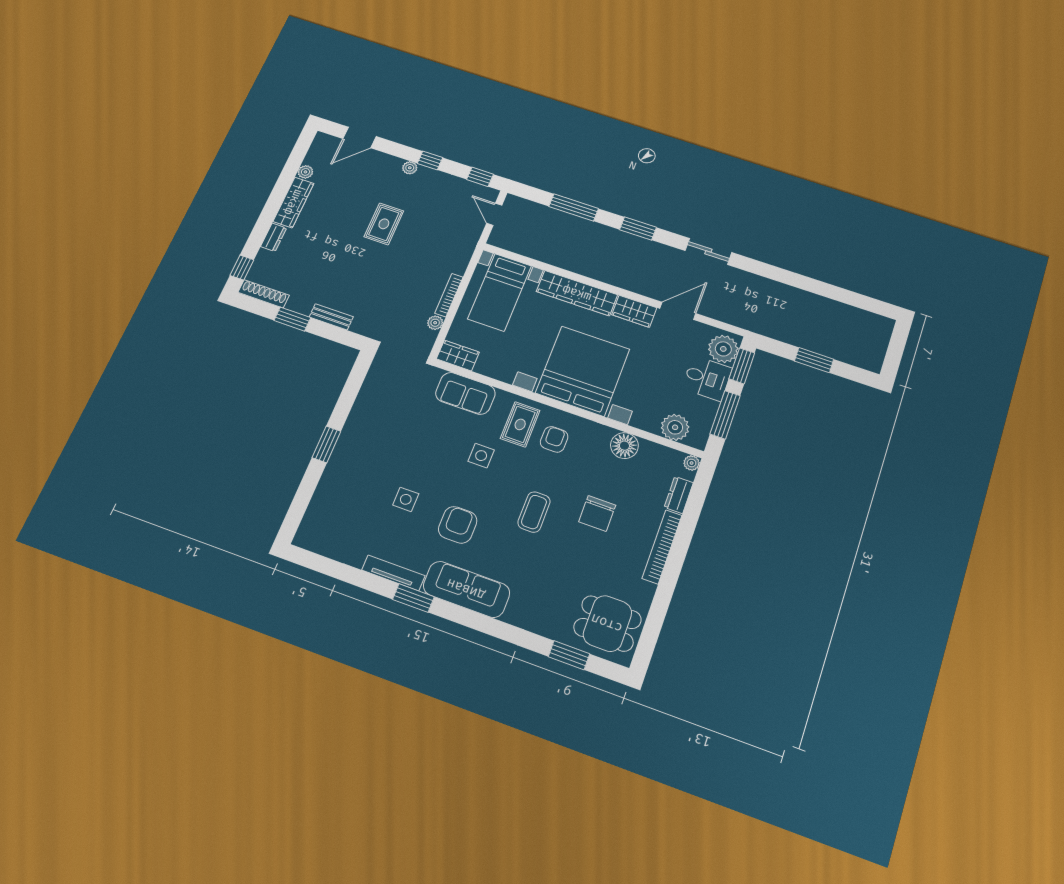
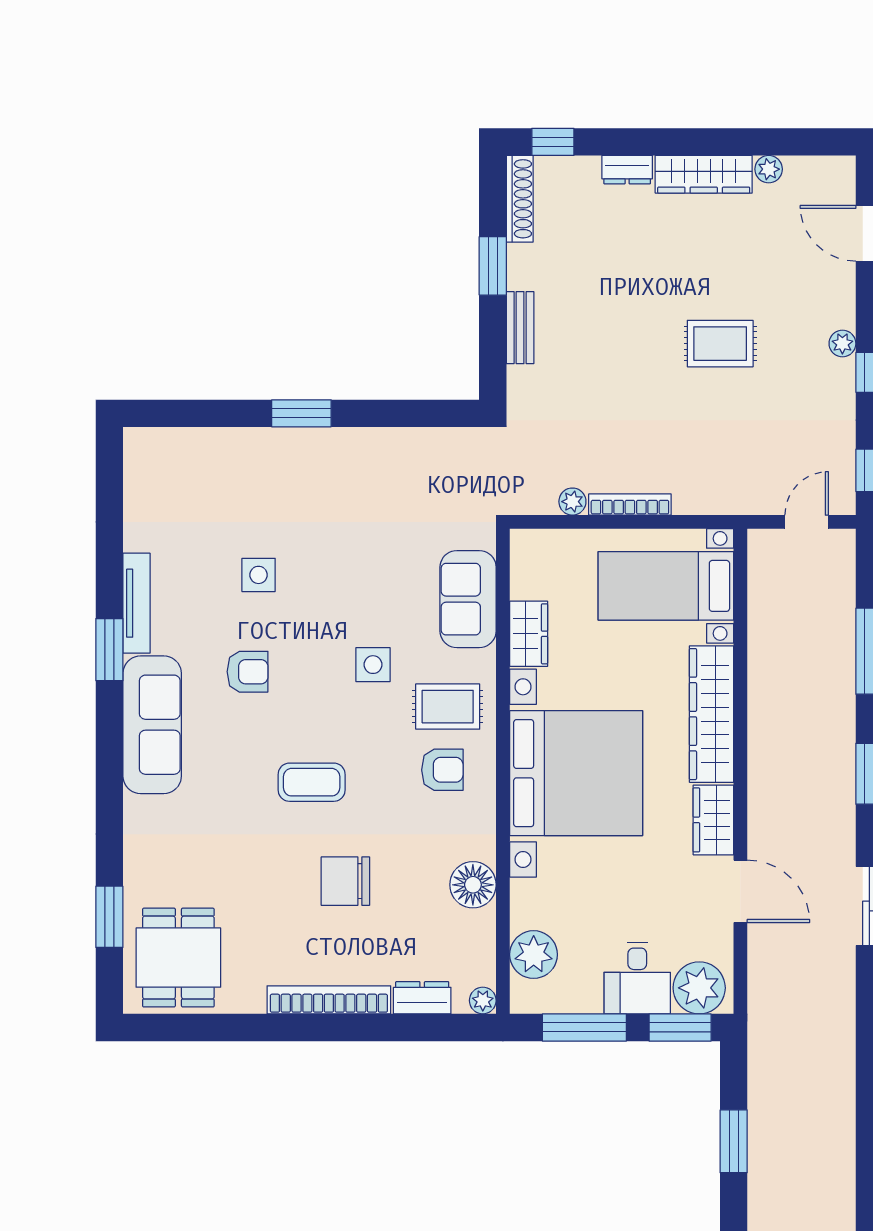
wardrobe: (458, 356) -> (529, 634), moved
armchair: (458, 525) -> (248, 672), width x0.72, depth x0.72

